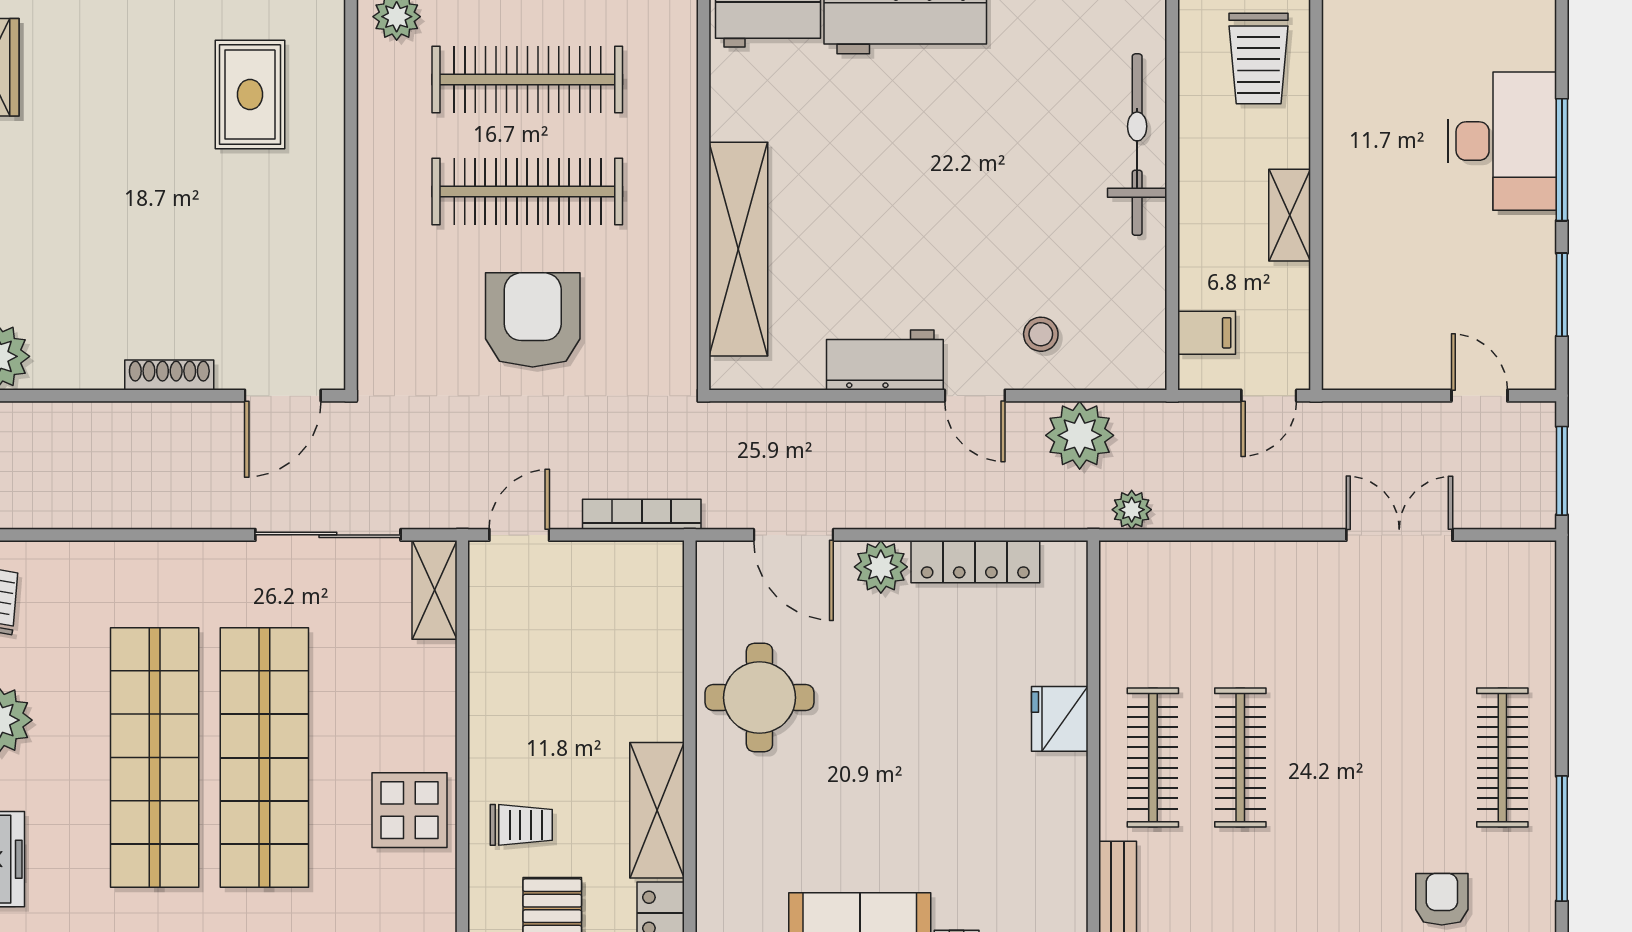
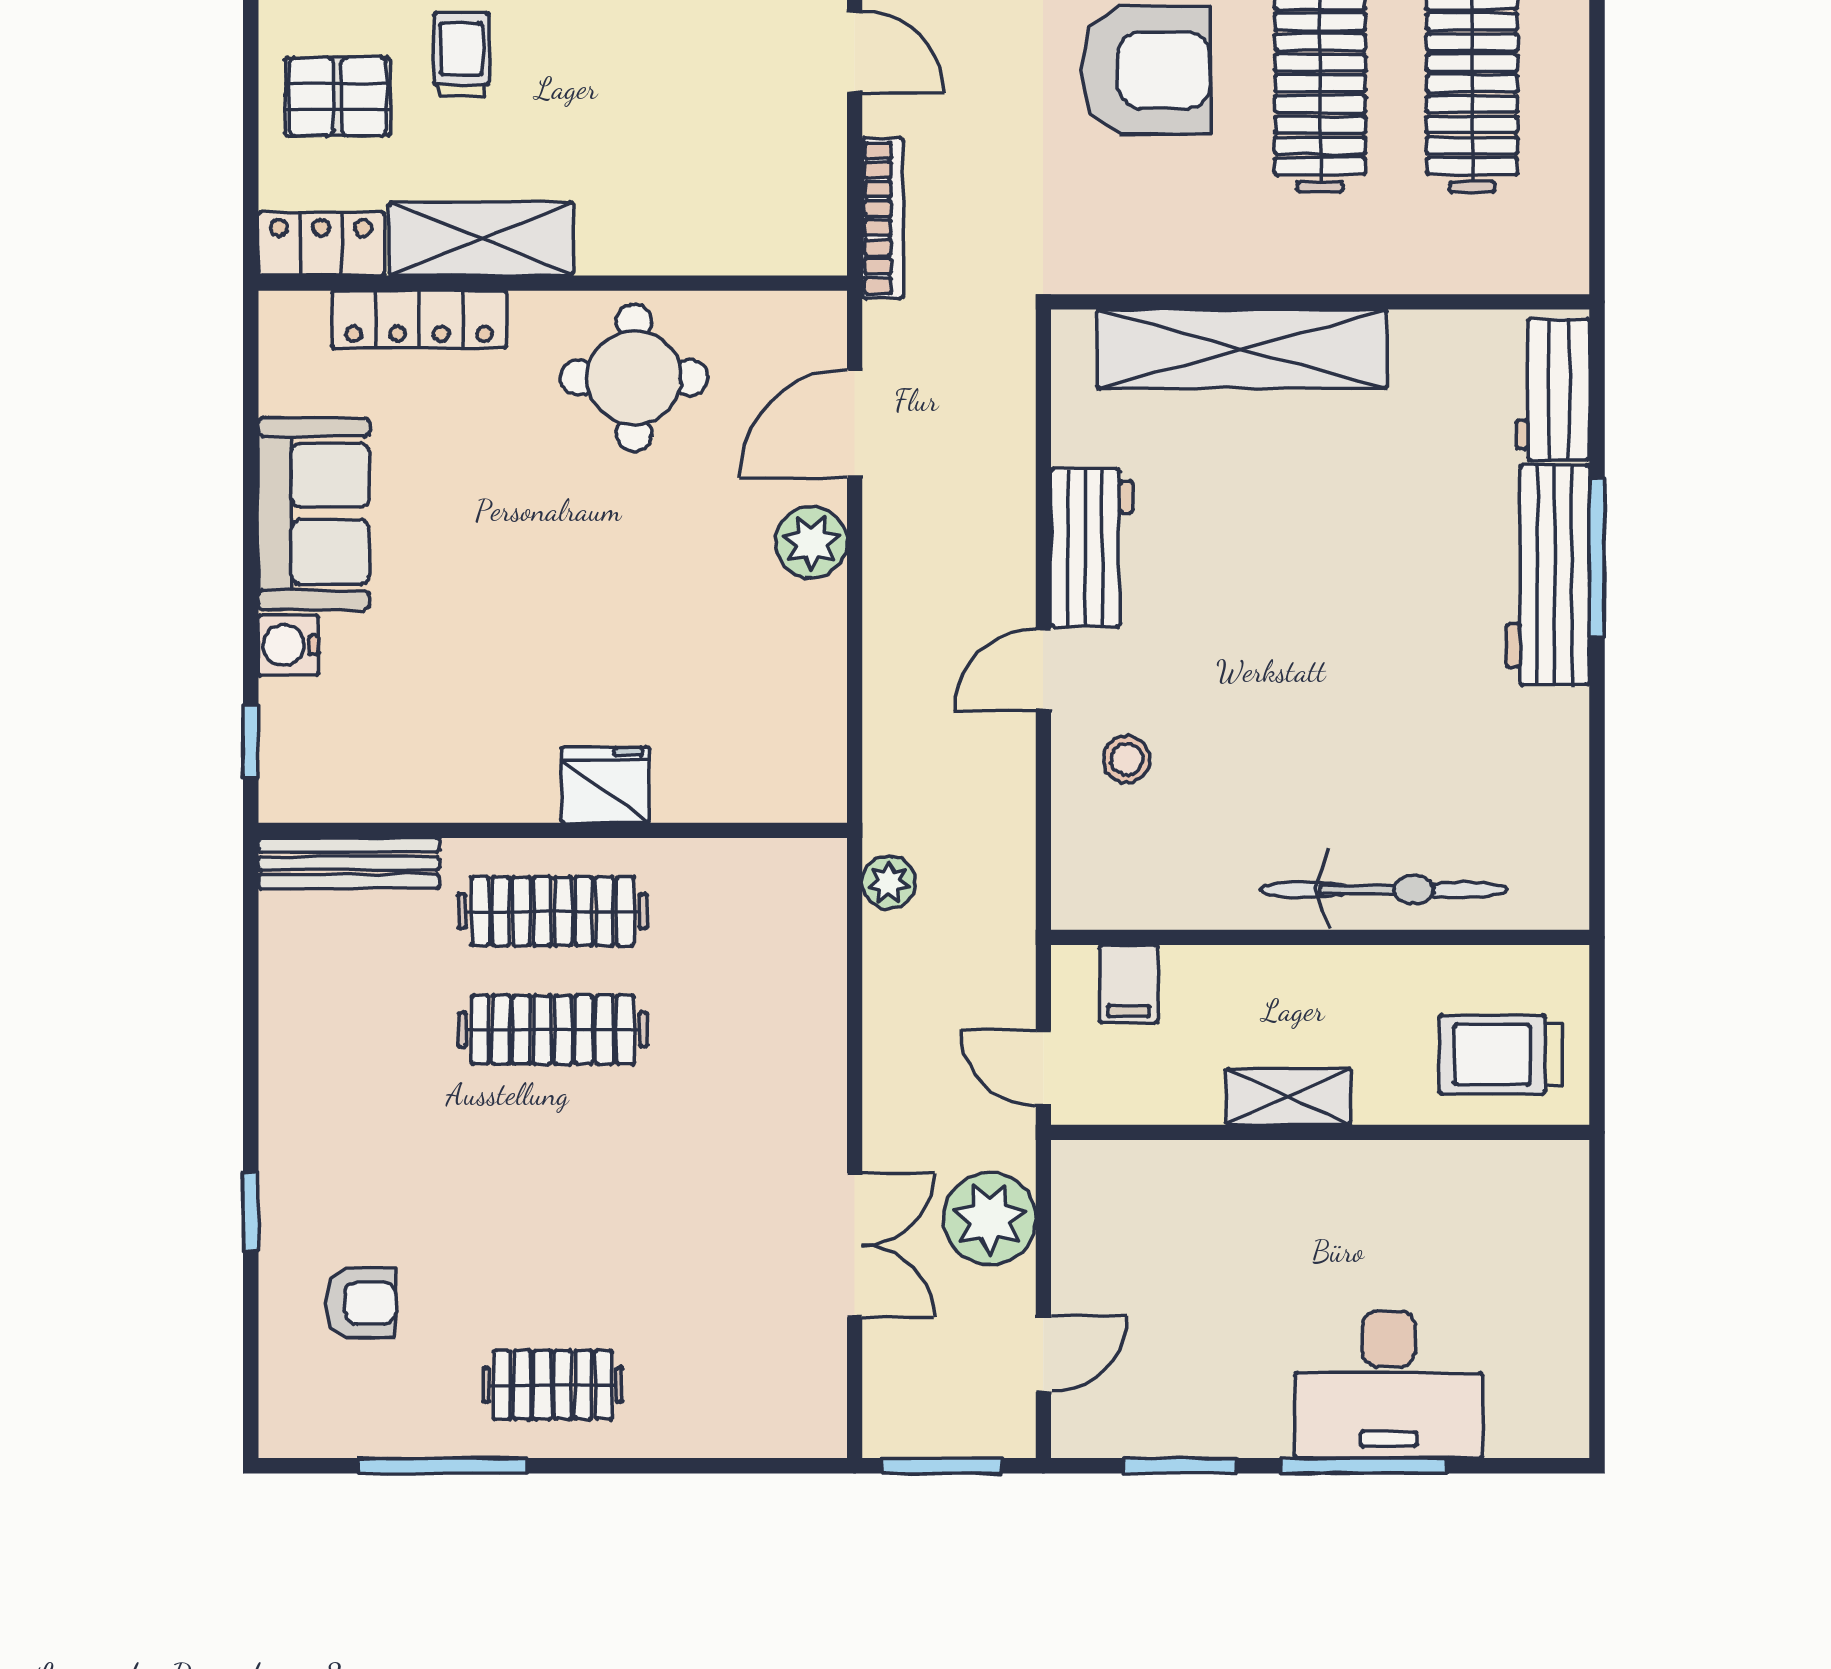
plant: (1080, 435) -> (990, 1219), moved
locker: (975, 562) -> (419, 319), moved, turned -90
clothes rail: (1502, 758) -> (553, 1385), width x0.73
trolley: (521, 825) -> (461, 55), turned 180

